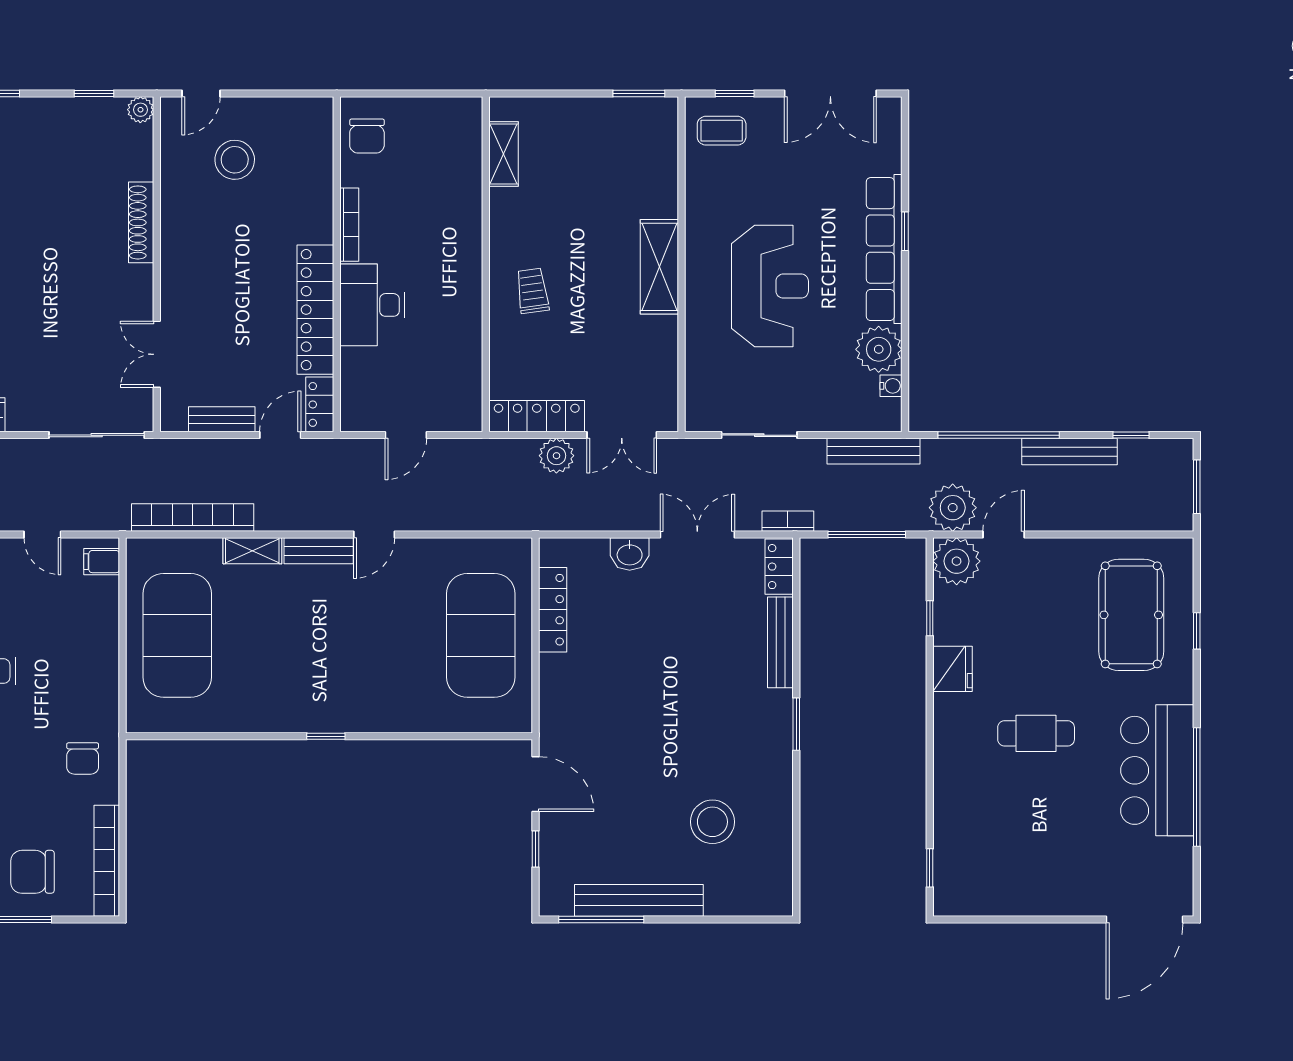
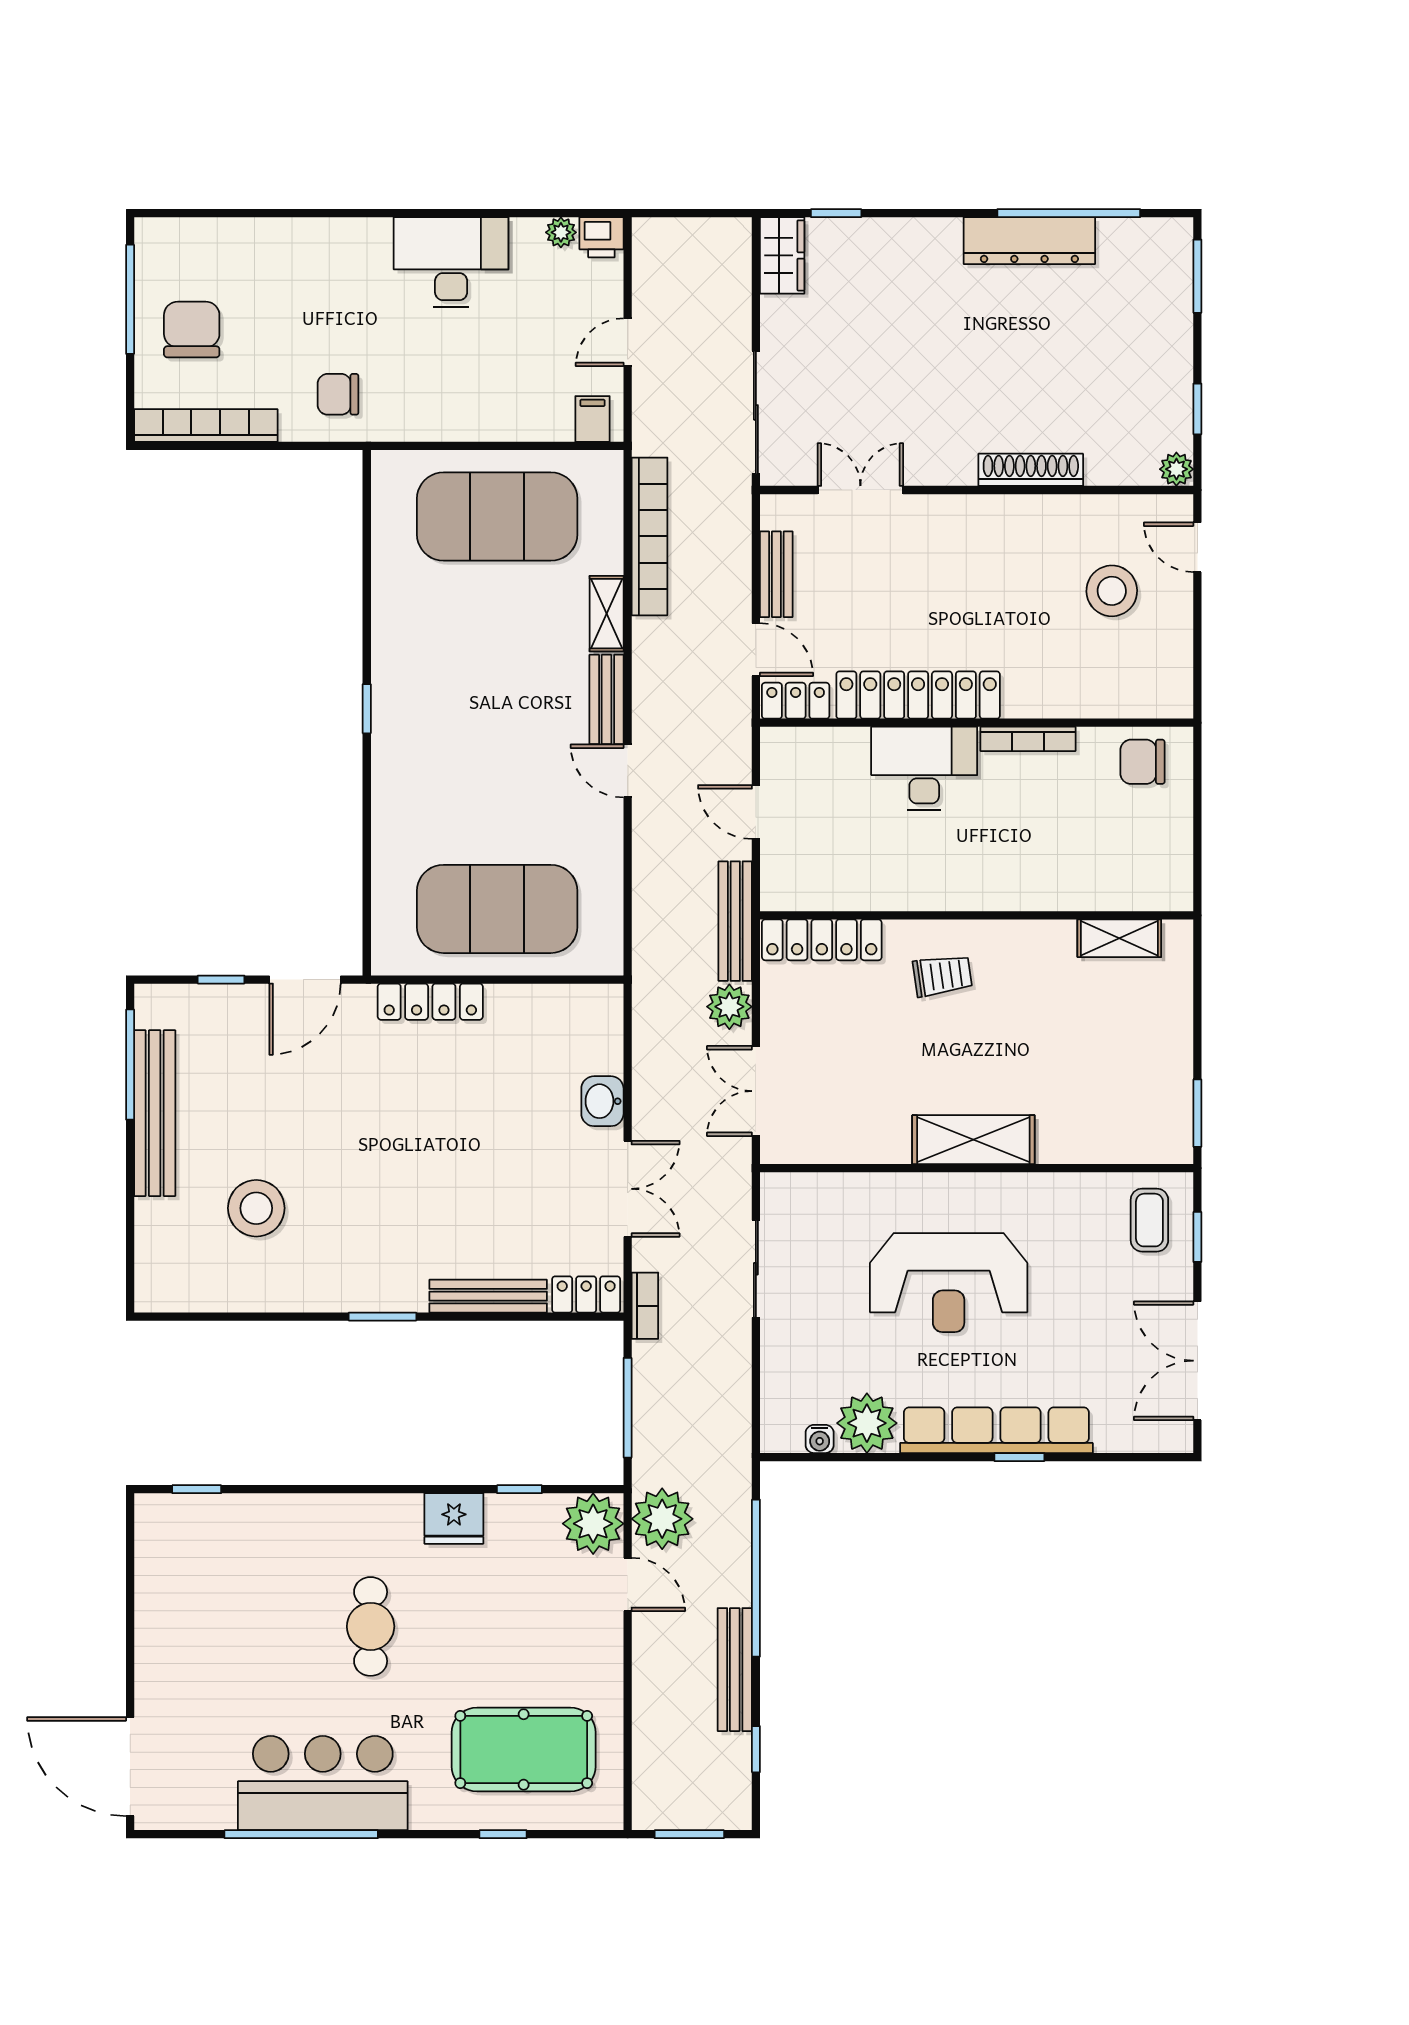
locker: (537, 416) -> (822, 940), moved, turned 90
bench: (873, 451) -> (735, 921), moved
locker: (553, 610) -> (430, 1002), moved

